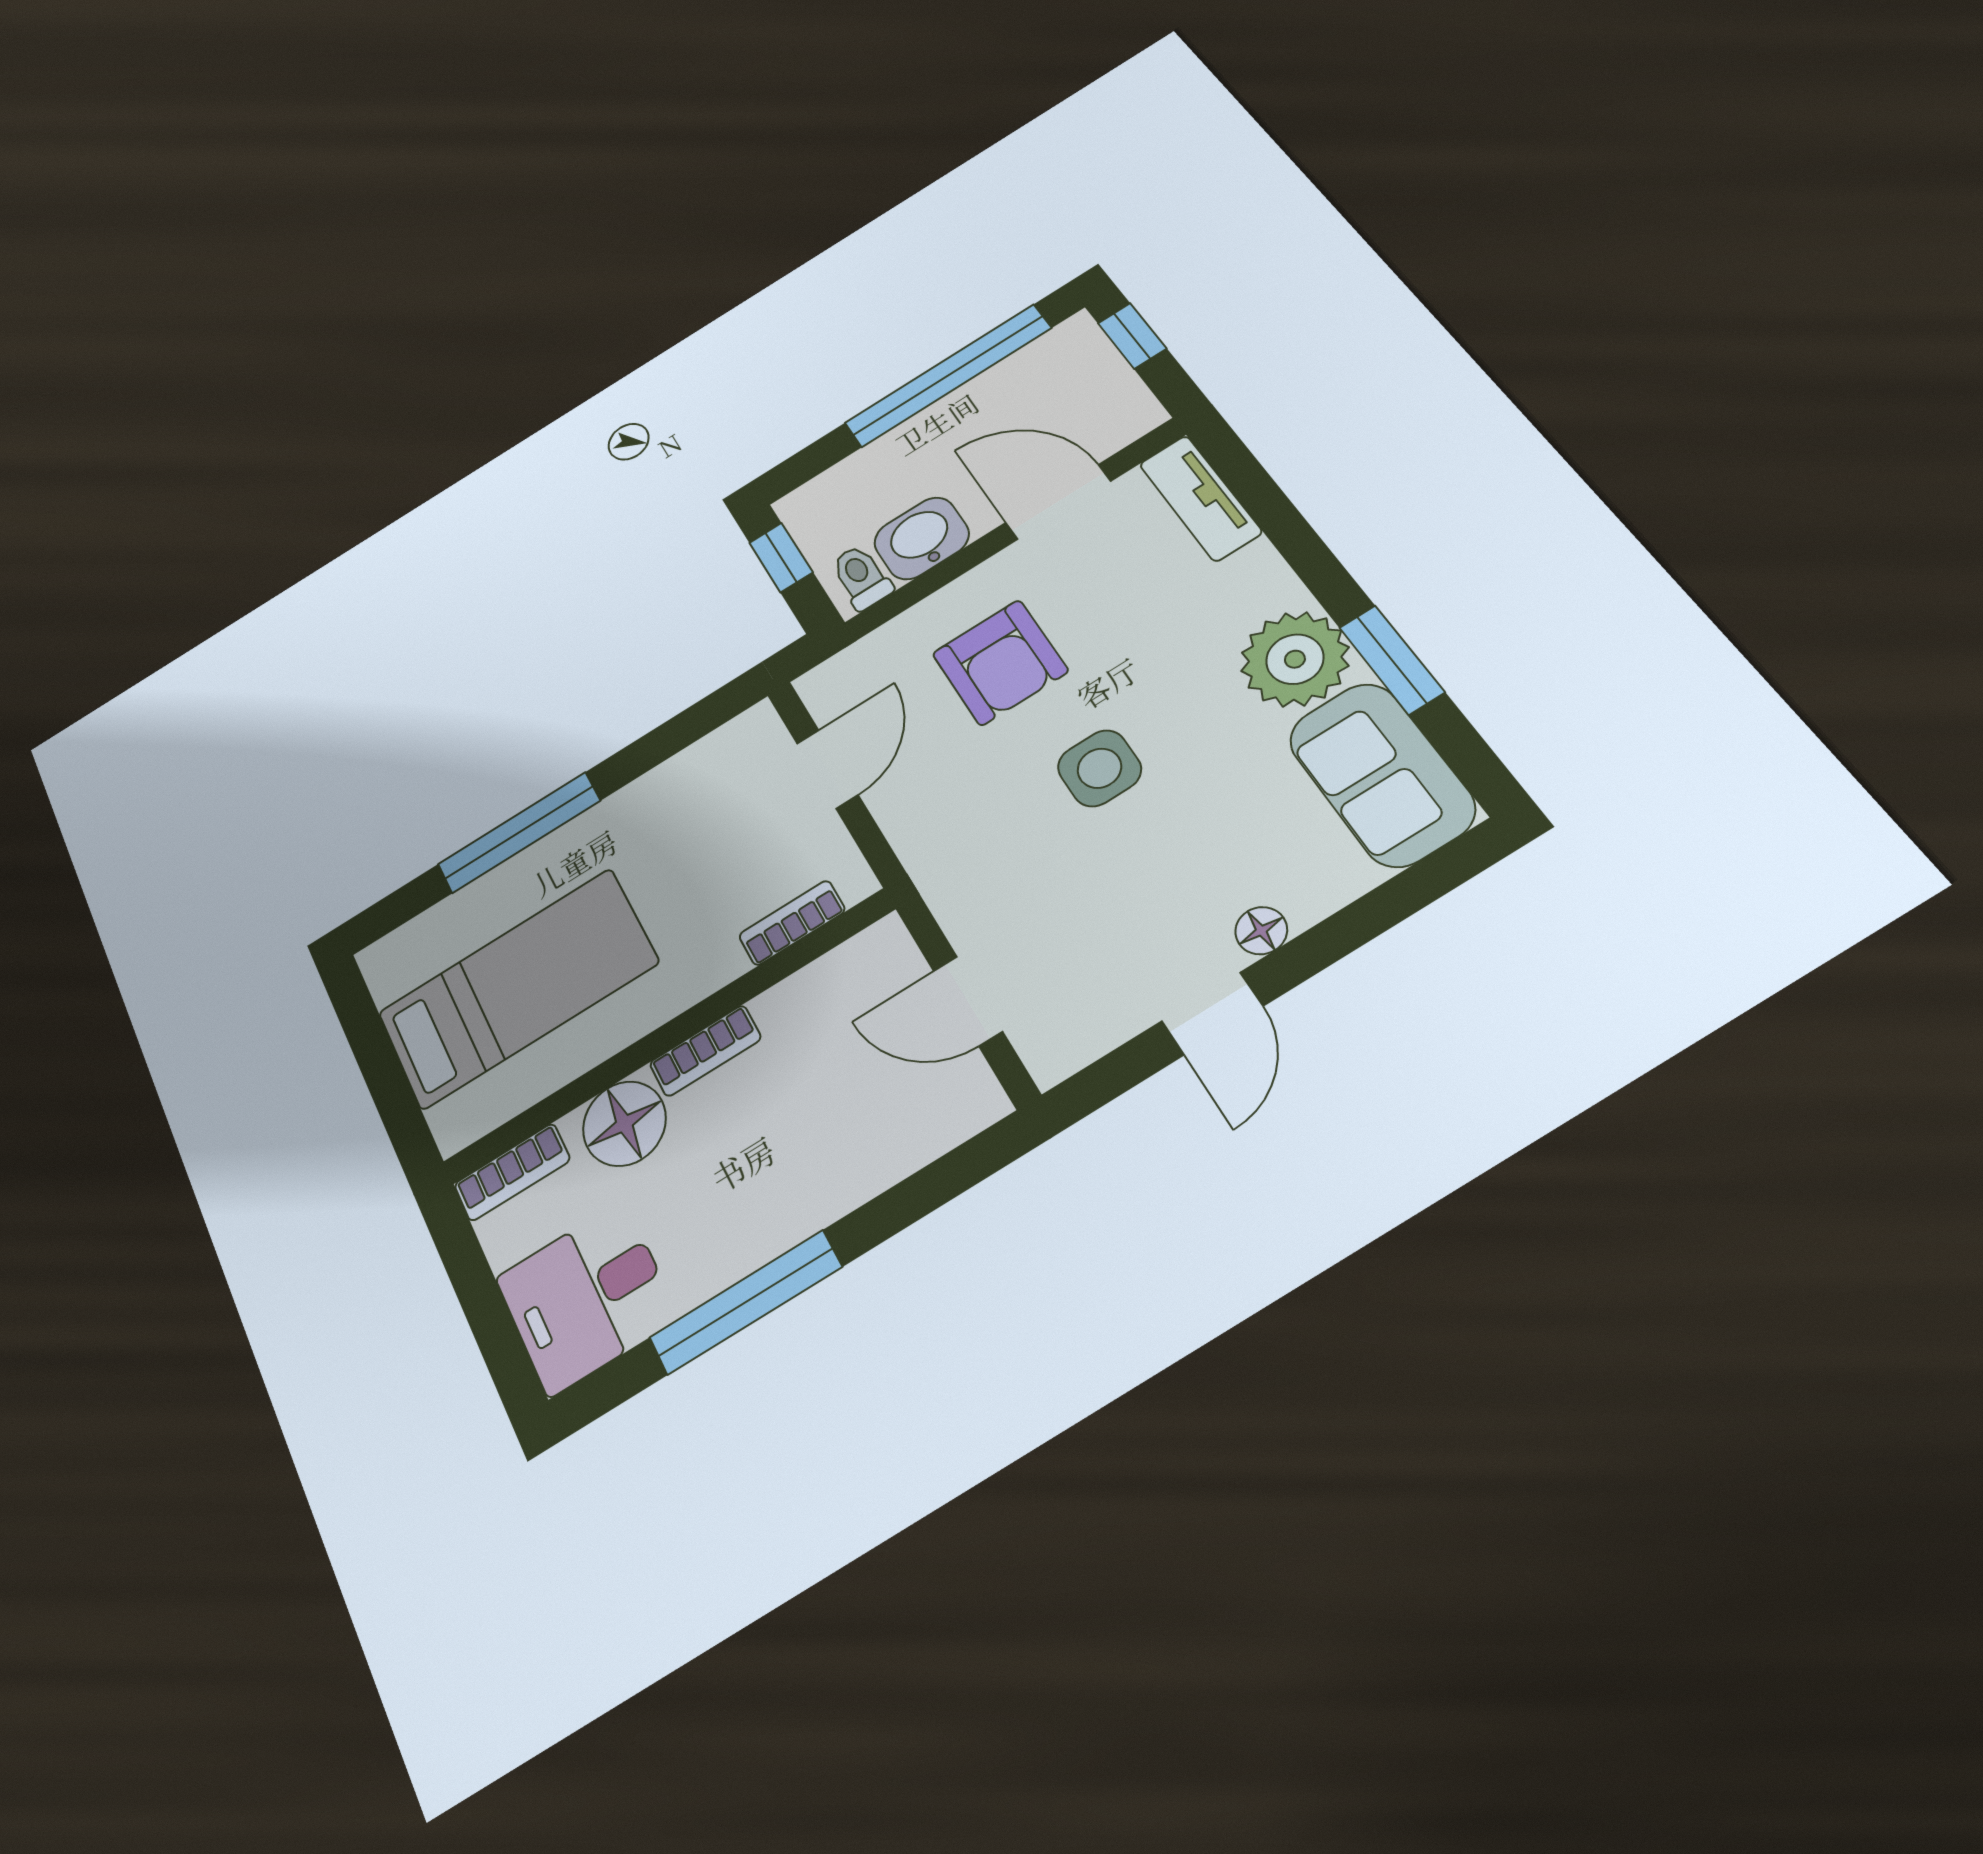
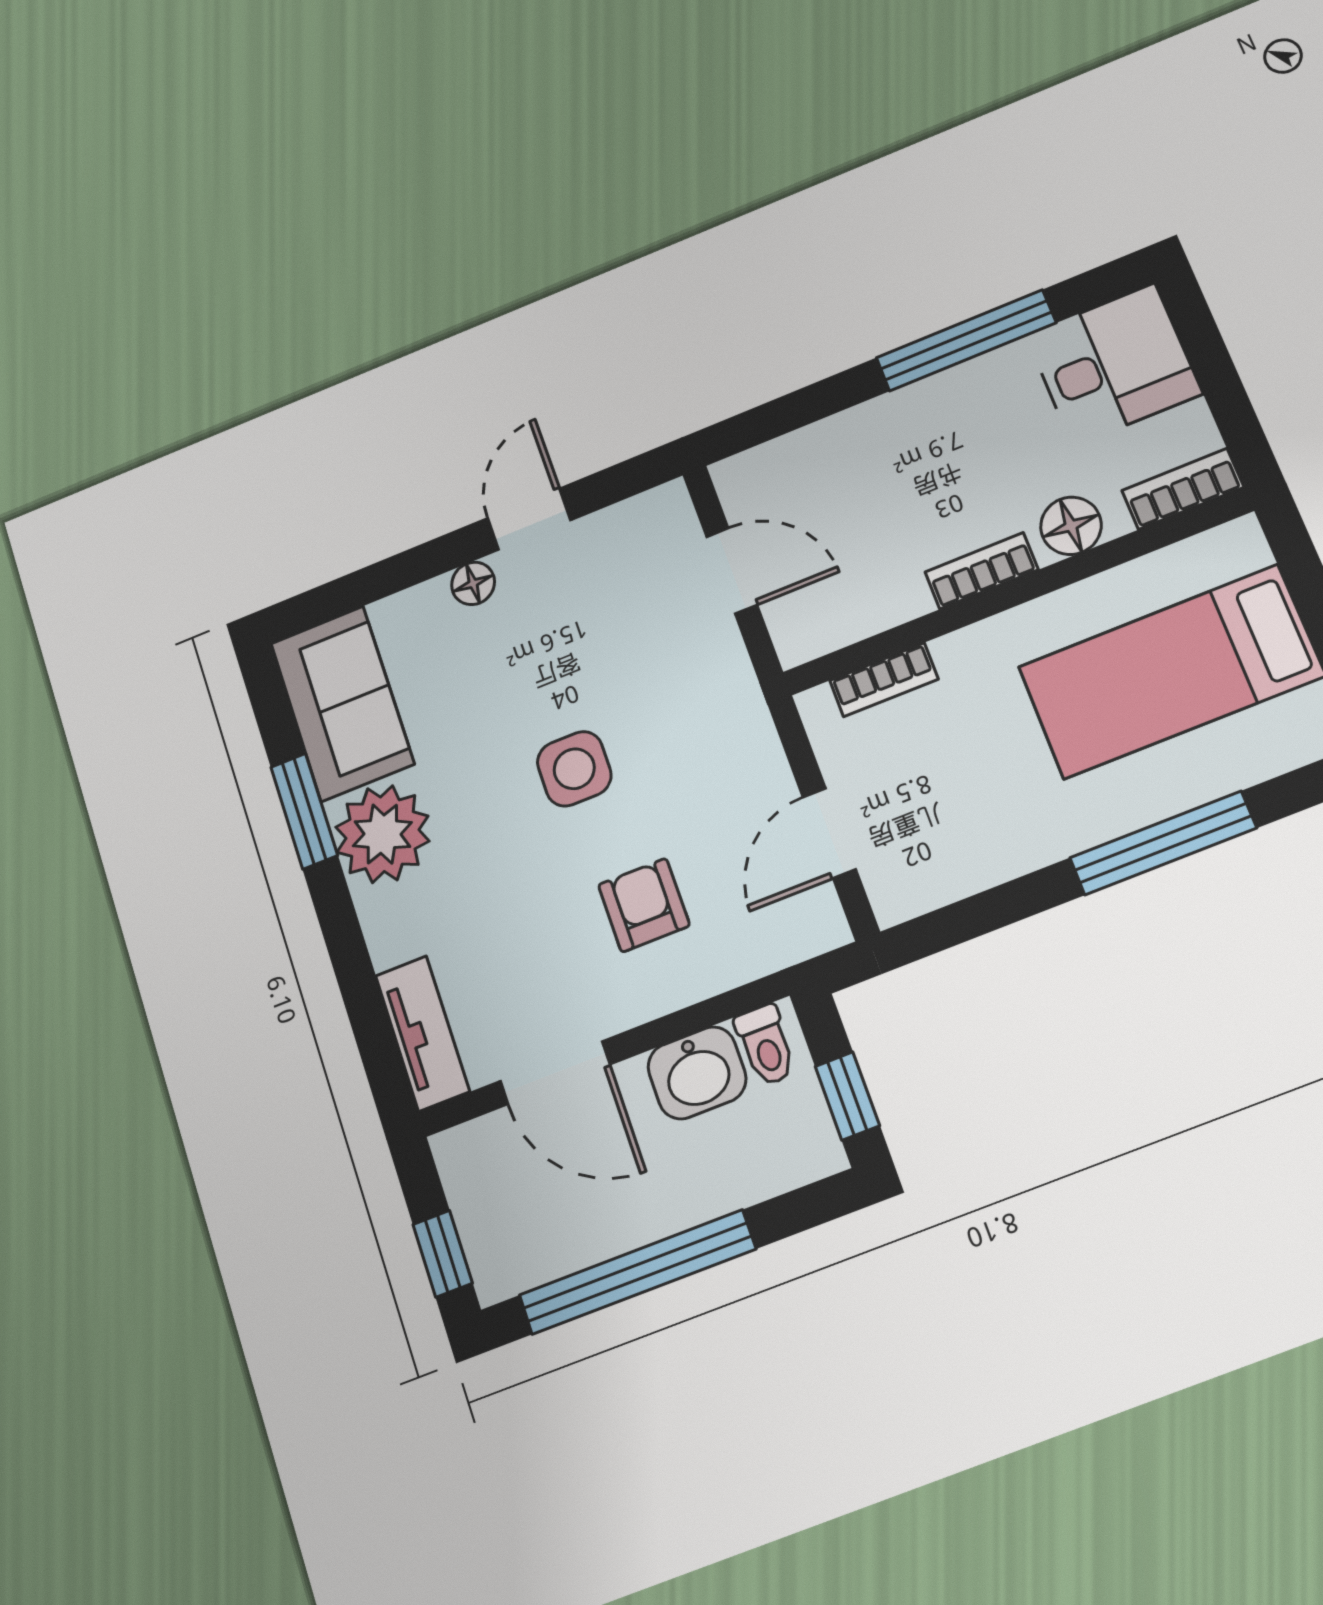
armchair: (1000, 662) -> (644, 905), width x0.72, depth x0.72
floor lamp: (624, 1124) -> (1071, 526), width x0.73, depth x0.73

